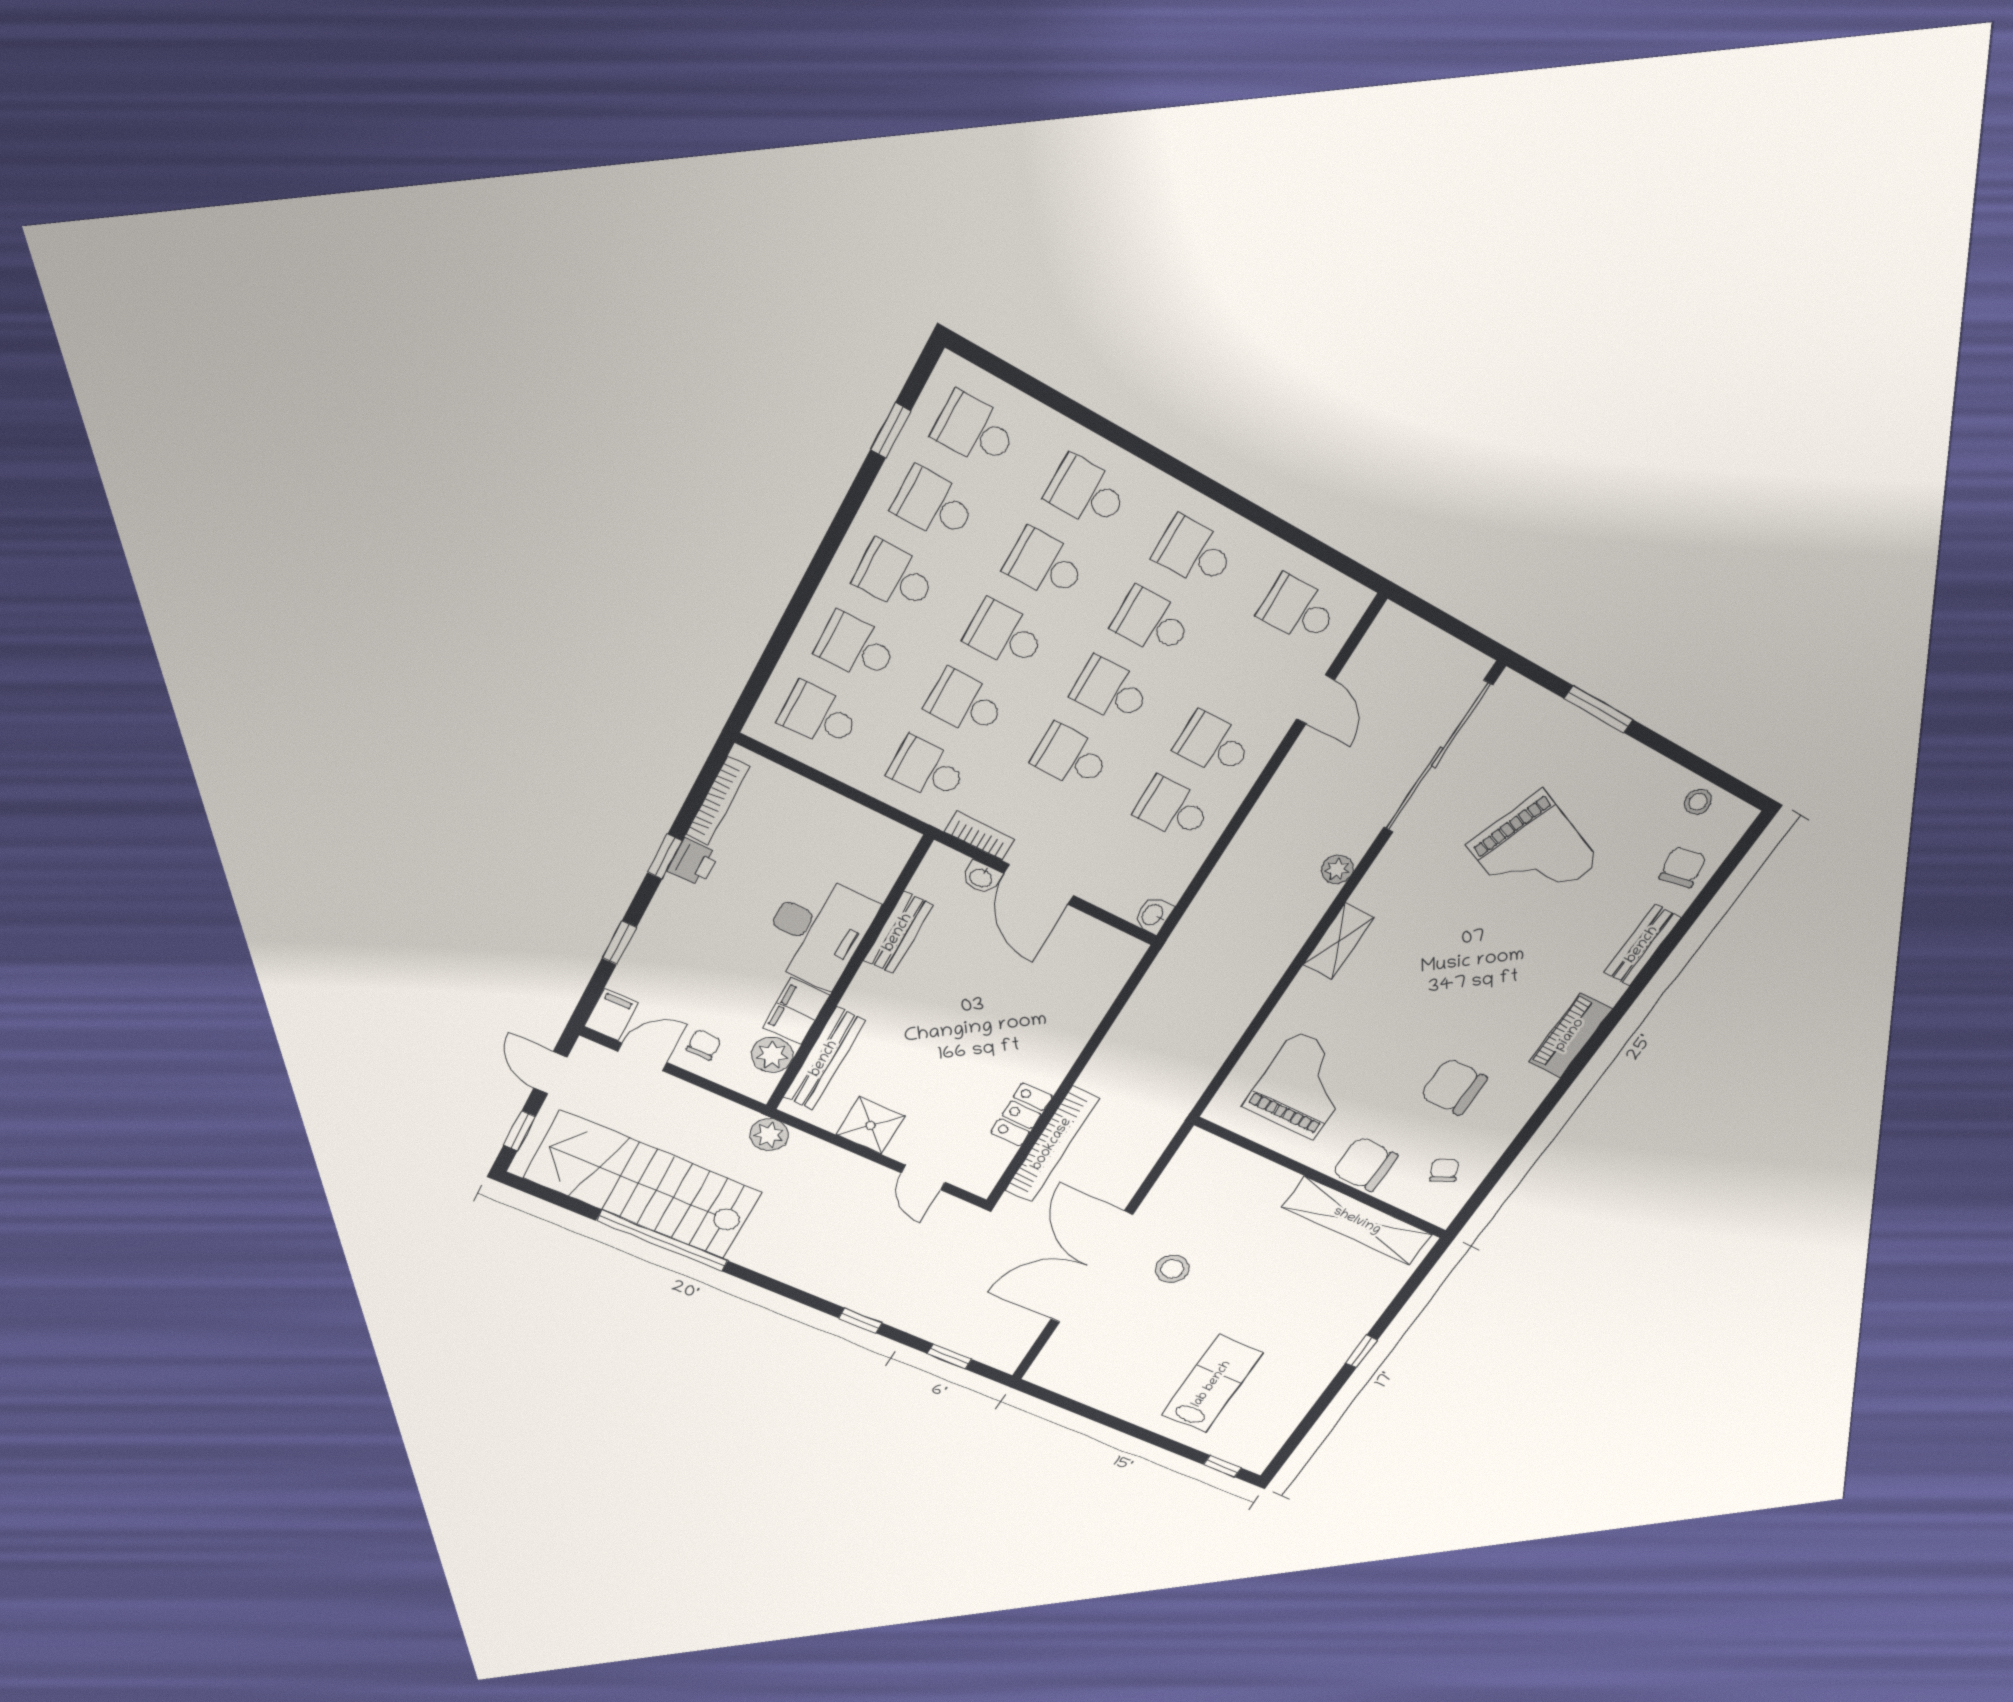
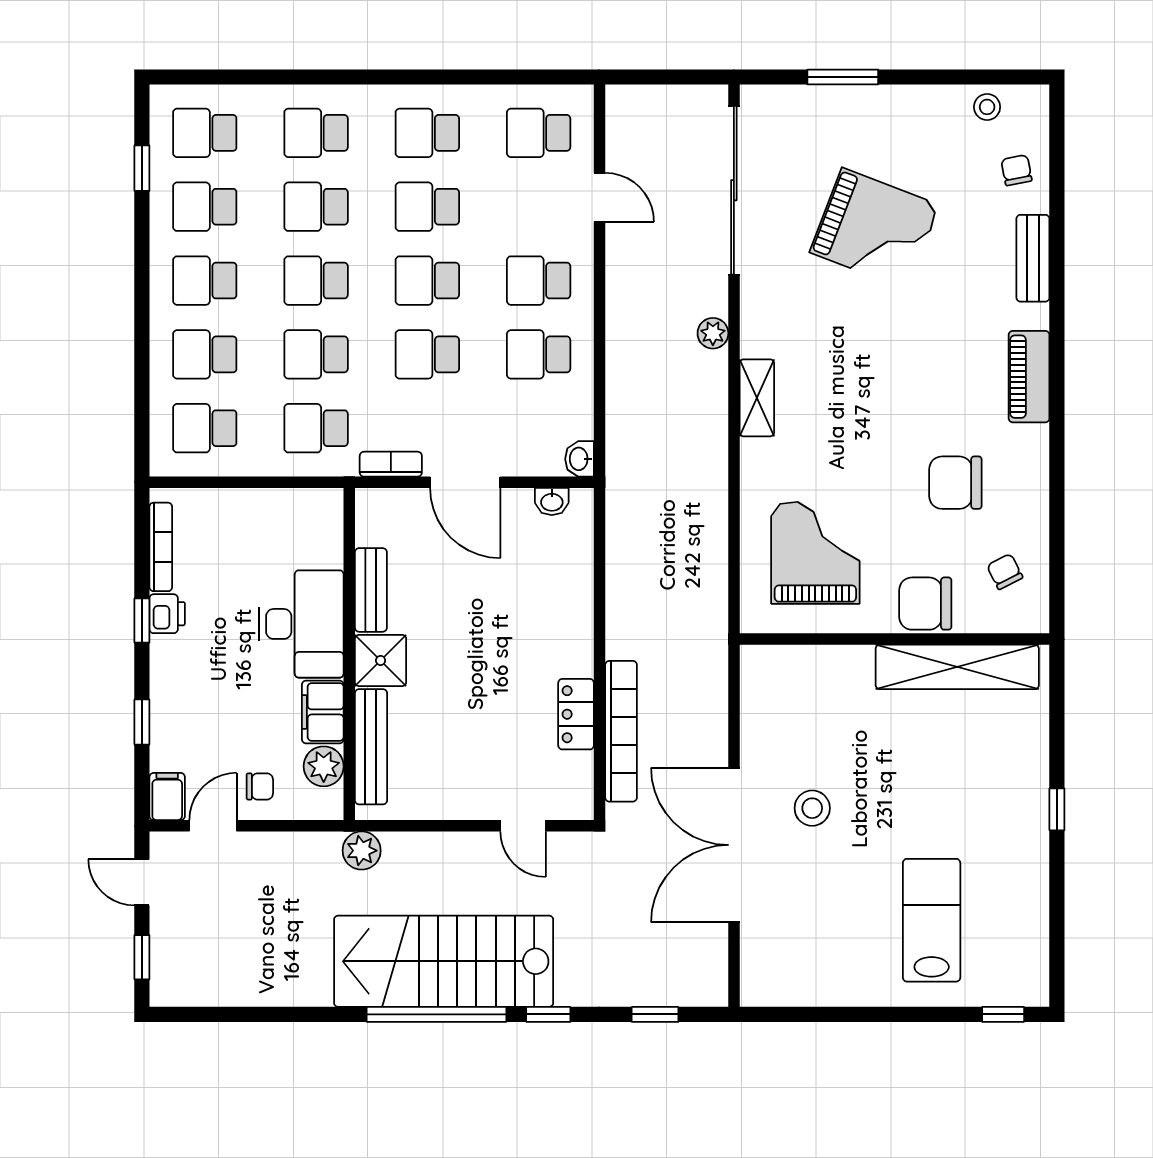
chair: (1682, 867) -> (1016, 170), width x0.73, depth x0.73
washbasin: (981, 877) -> (552, 501), moved
chair: (704, 1045) -> (260, 786), turned 90
shower: (871, 1125) -> (381, 660), moved
stairs: (643, 1185) -> (444, 961), moved
window: (662, 1241) -> (436, 1014), moved

